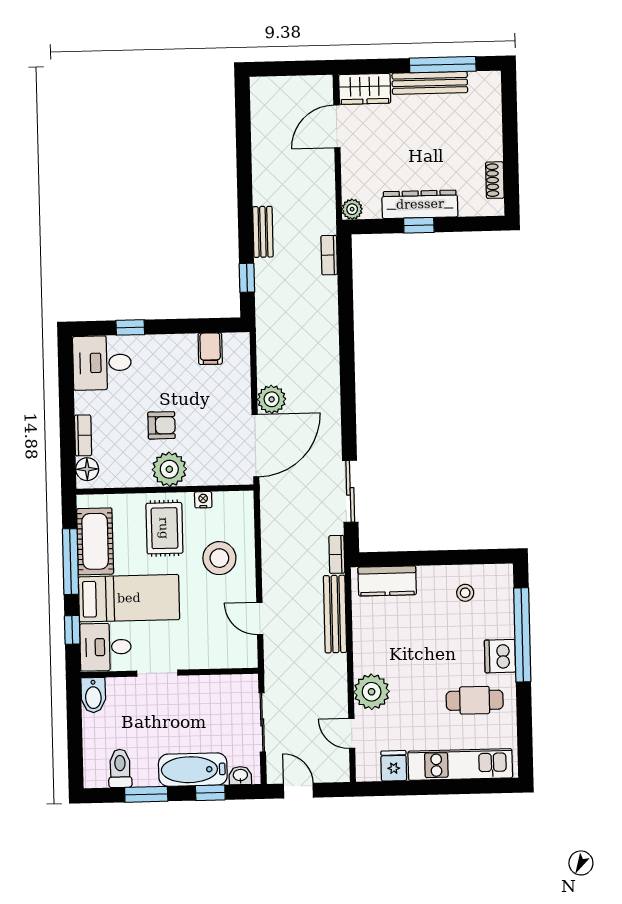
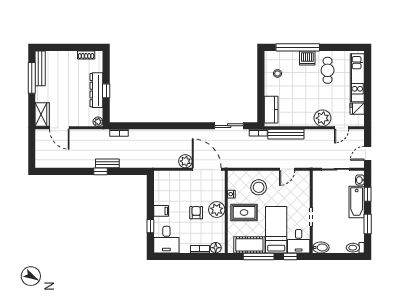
bench: (430, 83) -> (40, 68), moved
window: (247, 278) -> (101, 171), moved
filing cabinet: (210, 349) -> (161, 211), moved
toilet: (120, 768) -> (355, 248), moved

